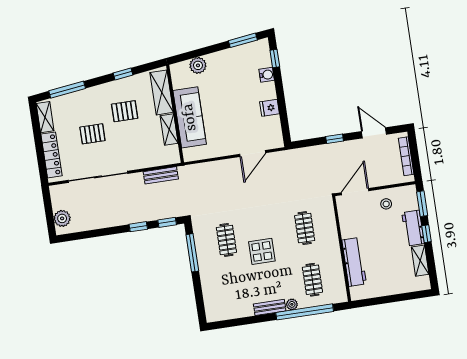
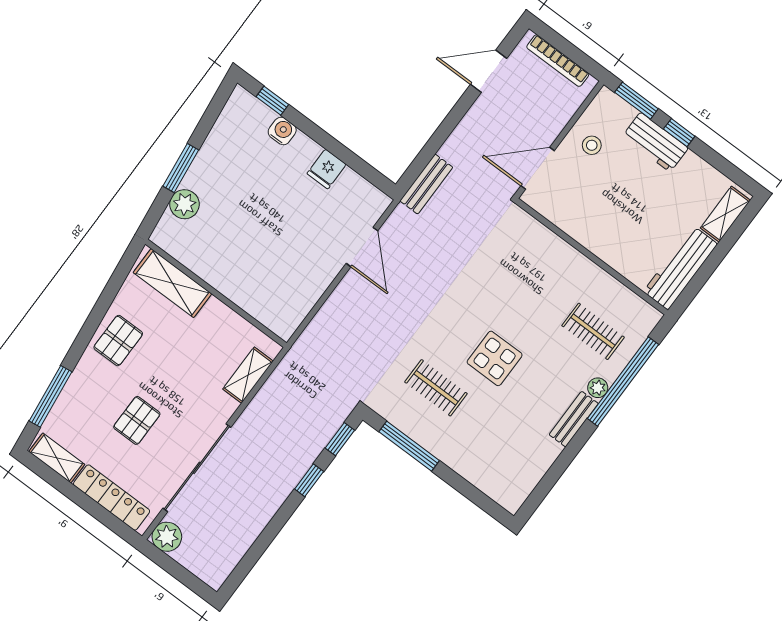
window: (243, 40) -> (181, 168), moved
window: (123, 74) -> (101, 308), removed
pallet: (125, 111) -> (118, 341), moved
sofa: (190, 117) -> (238, 280), removed
shelving: (169, 130) -> (248, 375), moved, turned 90
window: (335, 139) -> (447, 127), removed
bench: (161, 175) -> (426, 184), moved
door: (355, 192) -> (538, 168), hinge flipped
plant: (62, 218) -> (167, 537), moved
clothes rail: (305, 228) -> (519, 276), removed
shelving: (420, 261) -> (725, 214), moved, turned 90
workbench: (354, 262) -> (680, 268), moved, turned -90

